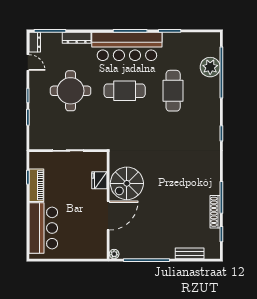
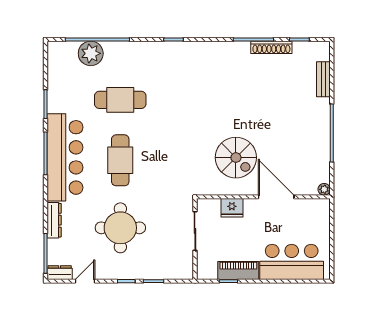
fridge: (99, 180) -> (232, 208), moved
wall: (108, 205) -> (263, 197), moved
door: (108, 216) -> (276, 197), moved
plant: (114, 254) -> (324, 189), moved

